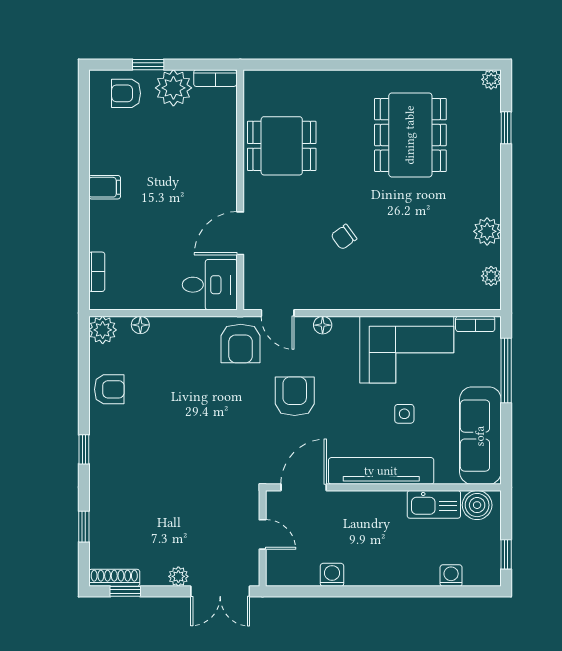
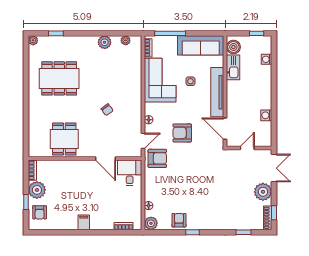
window: (84, 449) -> (192, 232), moved
plant: (178, 576) -> (263, 192), width x1.88, depth x1.88

